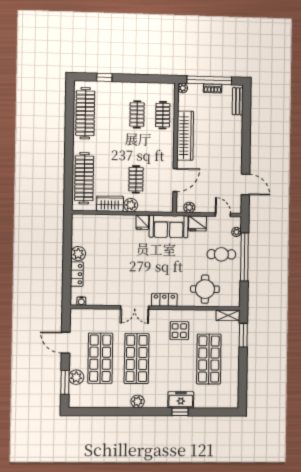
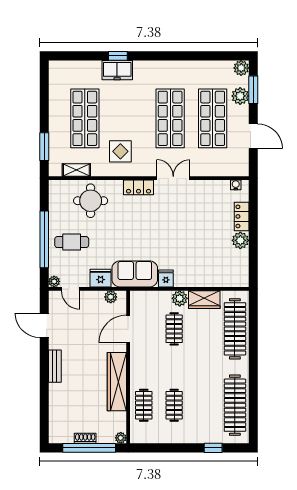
bench: (238, 101) -> (55, 366), moved
plant: (236, 232) -> (54, 281), moved
shelving: (228, 315) -> (76, 170), moved
plant: (138, 401) -> (241, 68), moved

